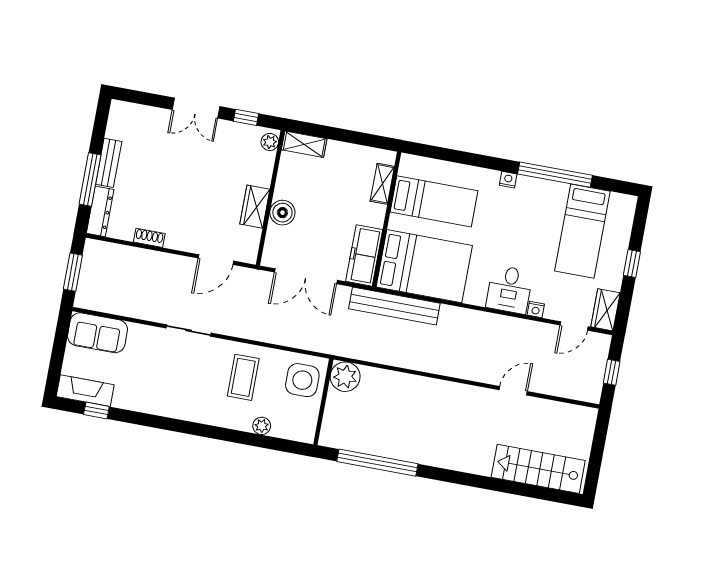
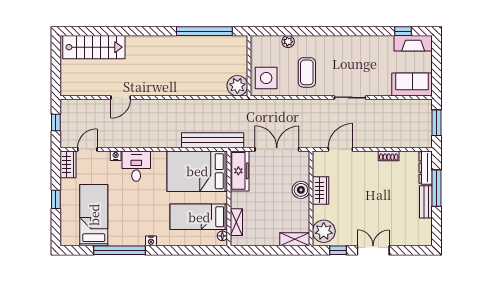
plant: (270, 142) -> (324, 231), width x1.88, depth x1.88
floor lamp: (406, 168) -> (222, 236), added

